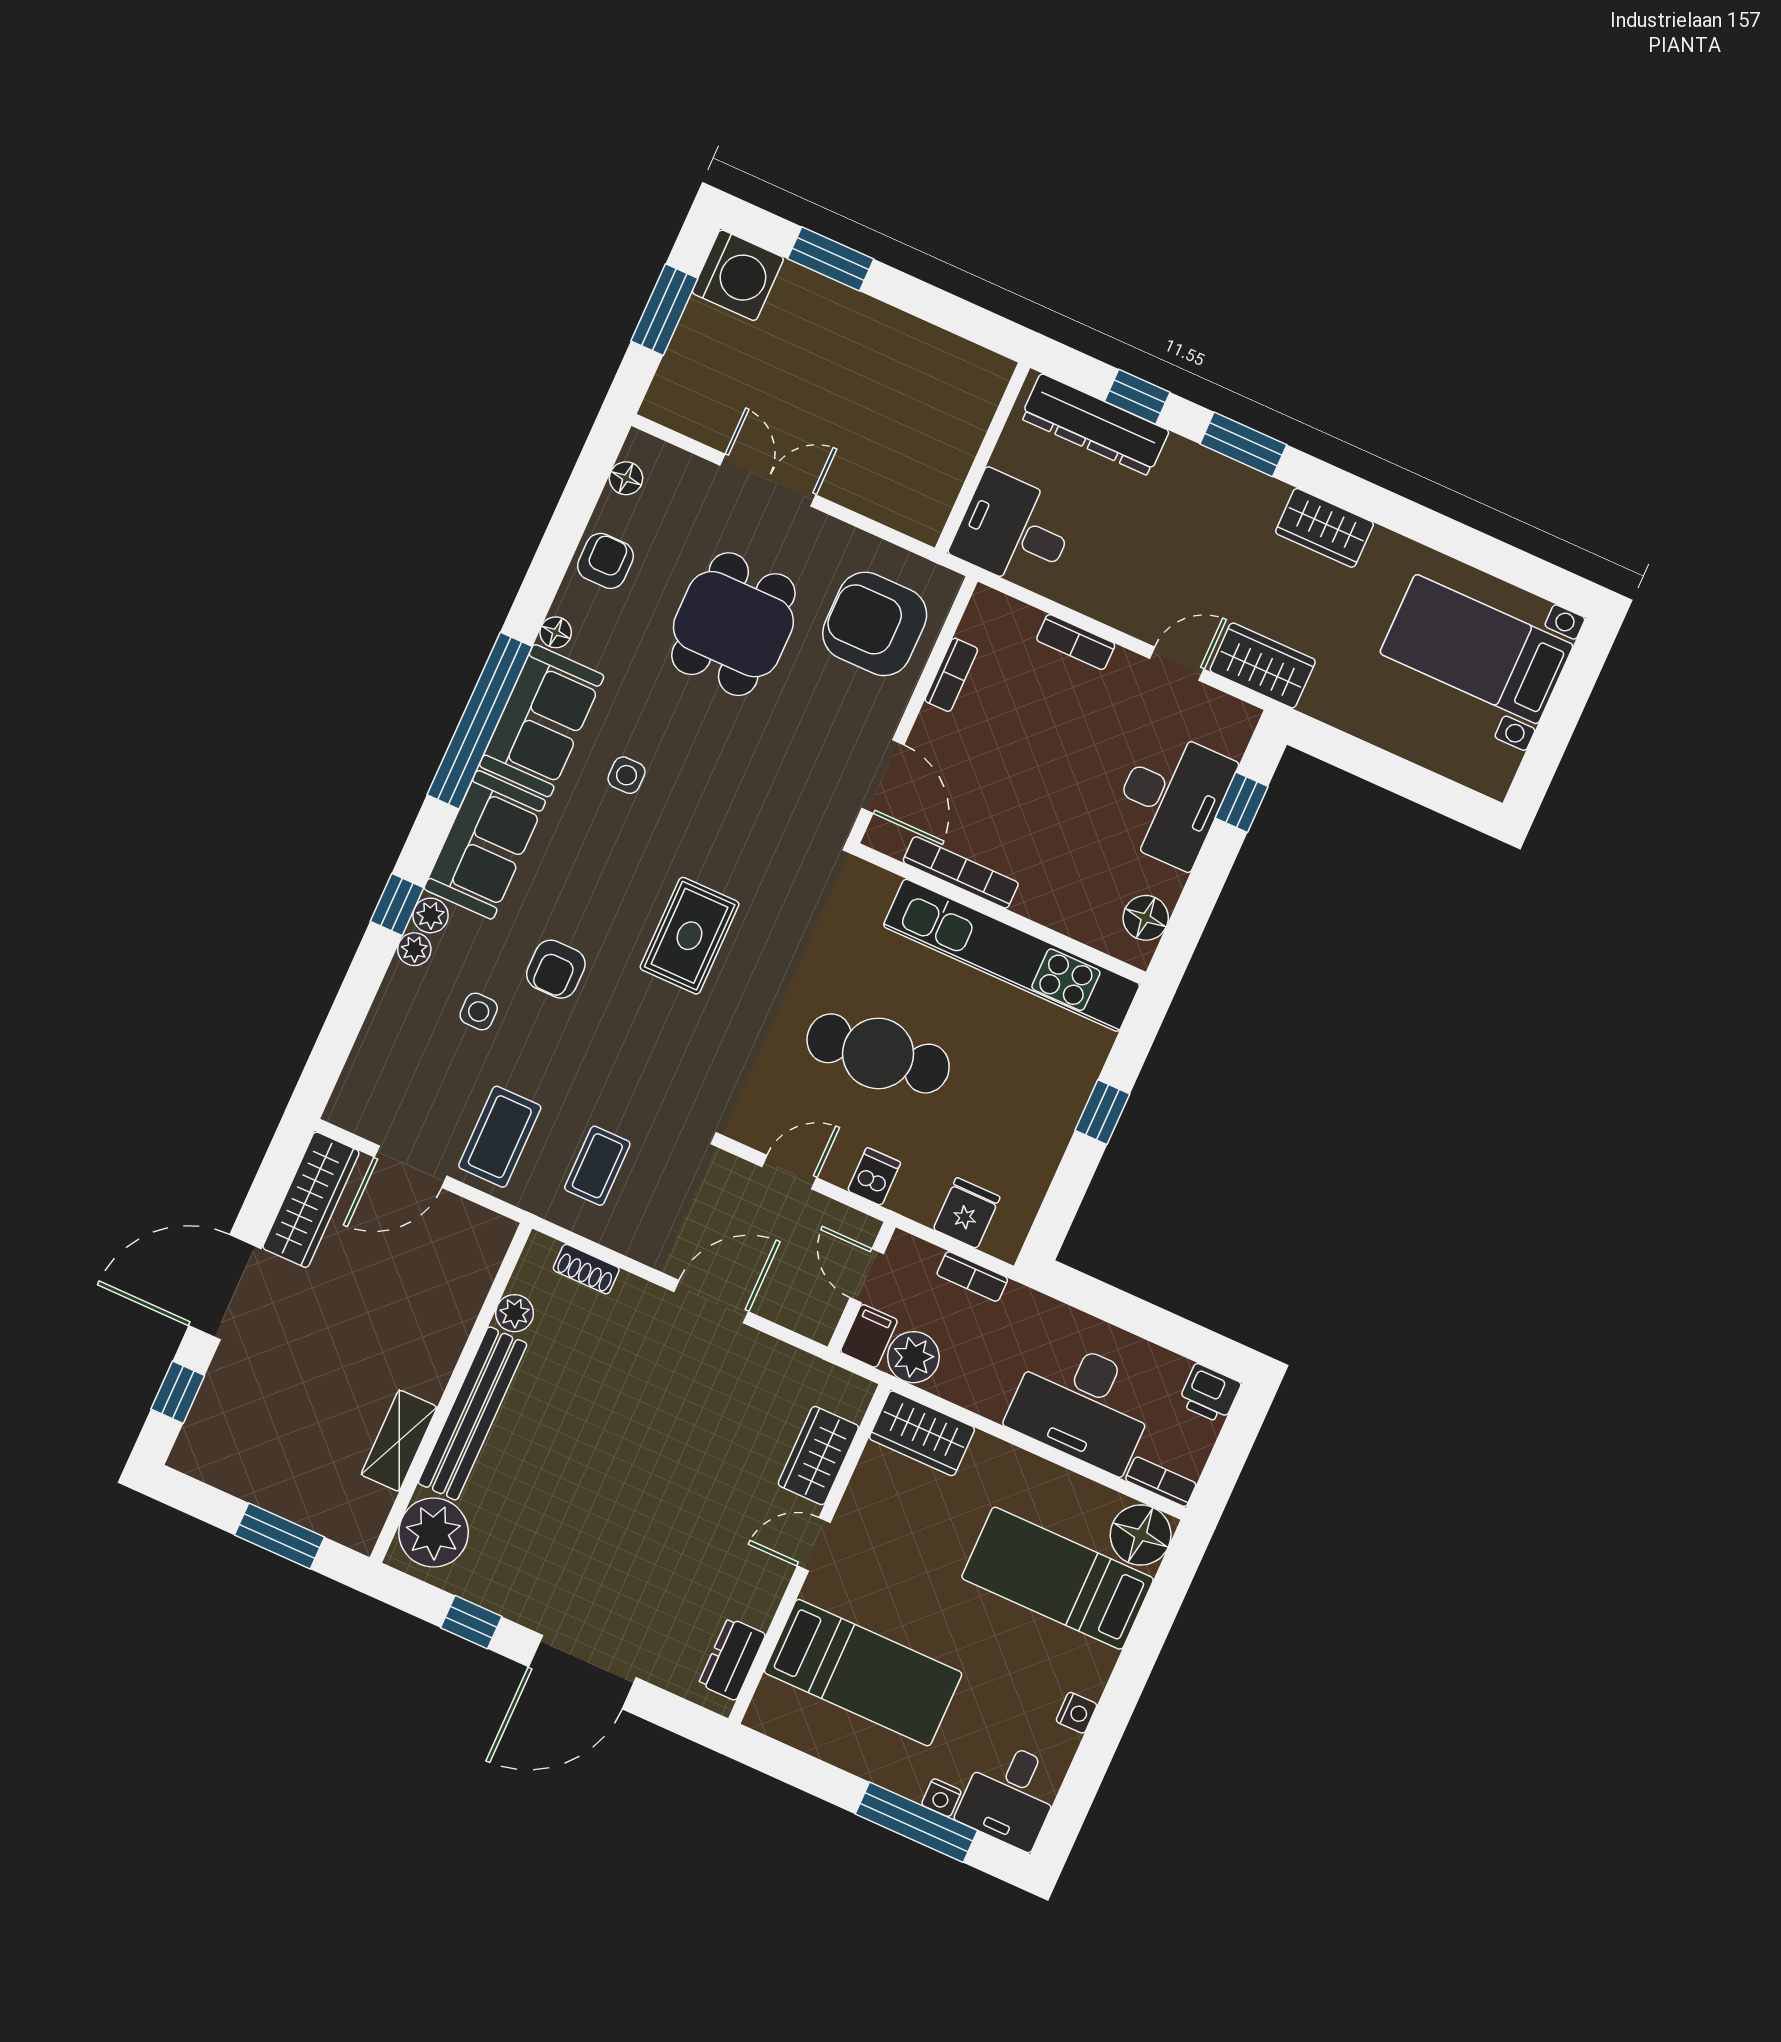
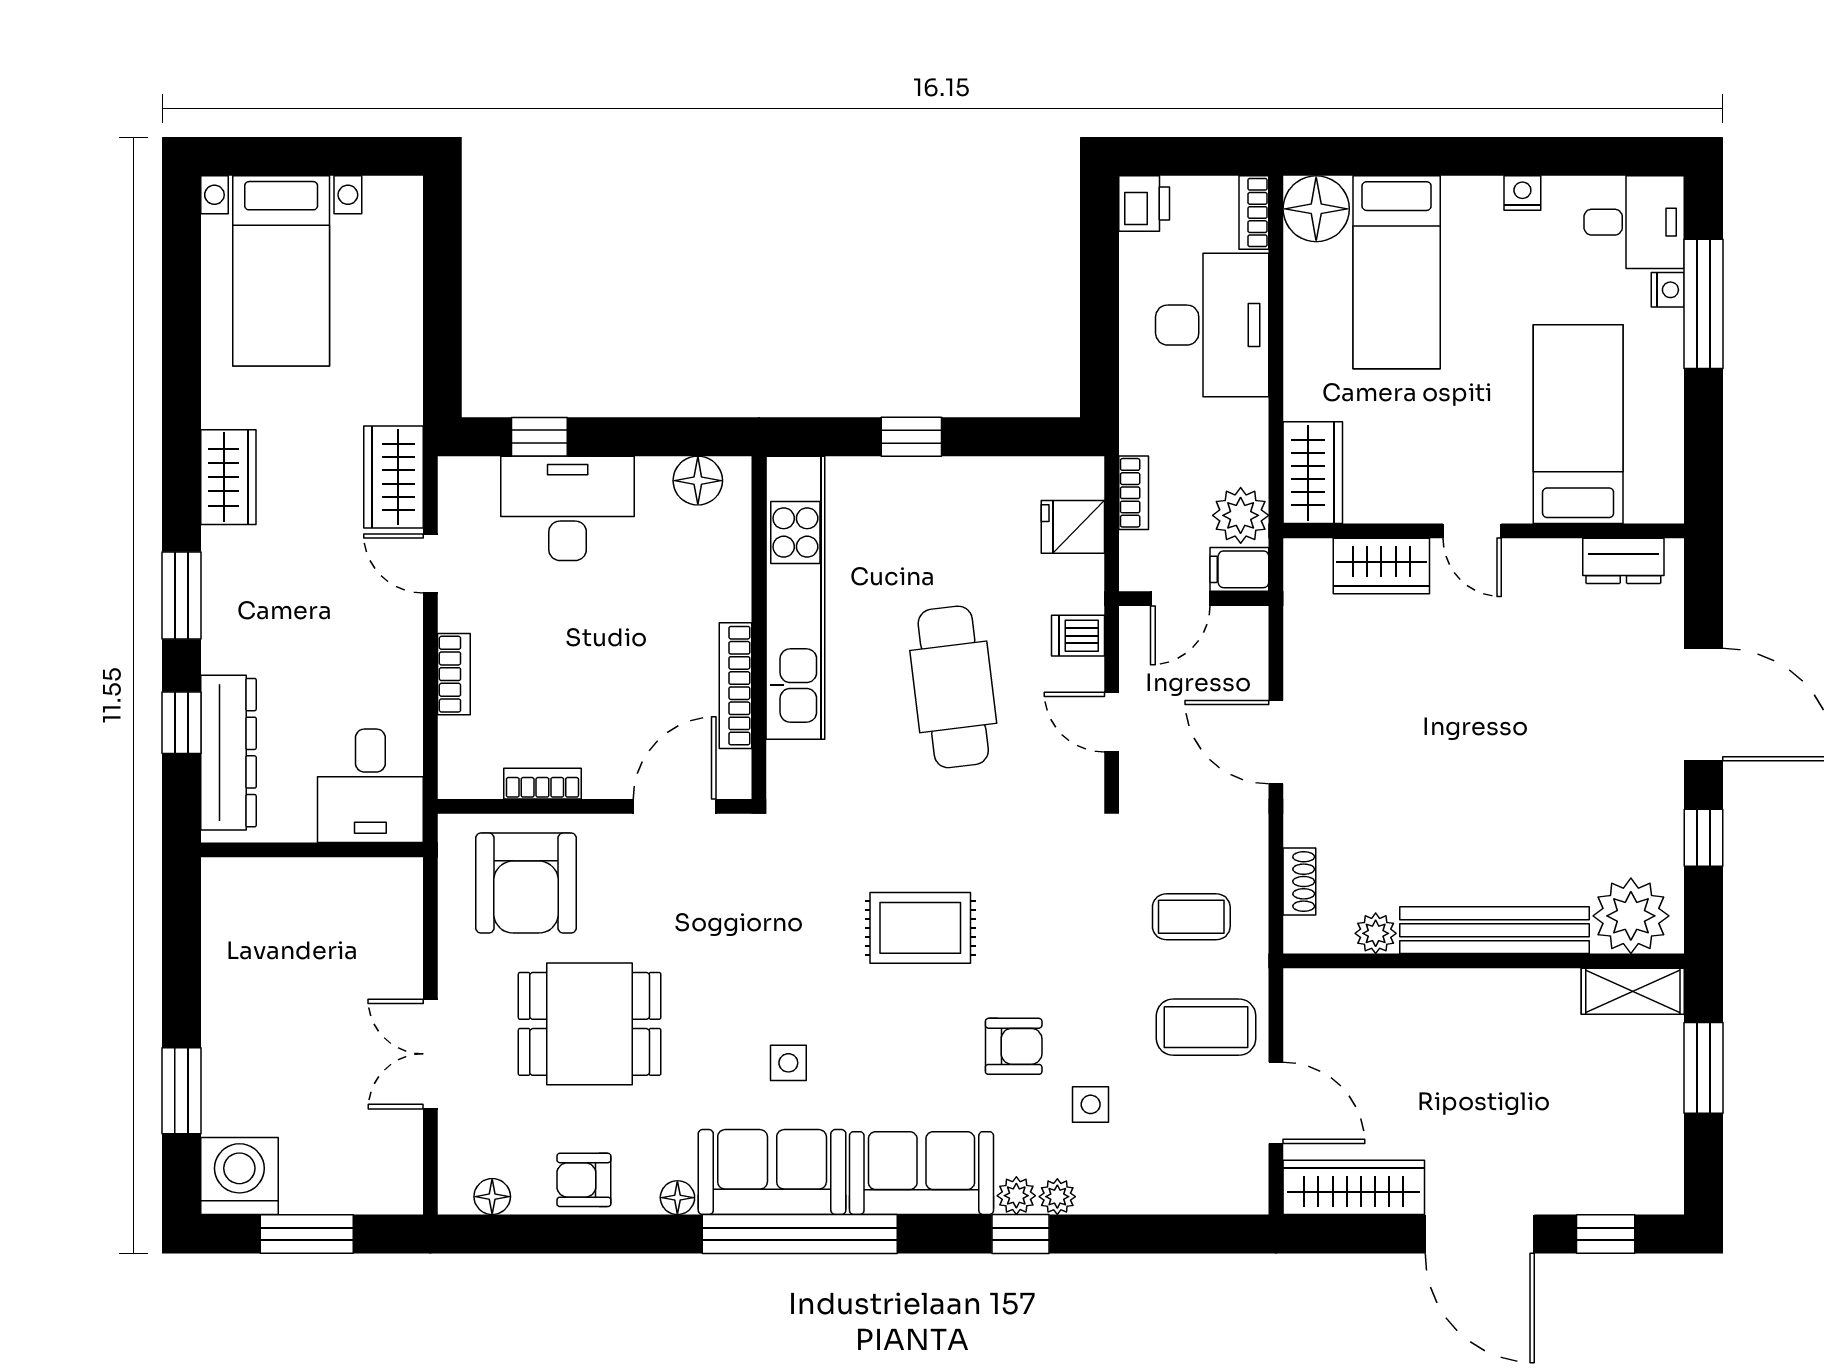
shelving: (399, 1441) -> (1633, 991), moved

